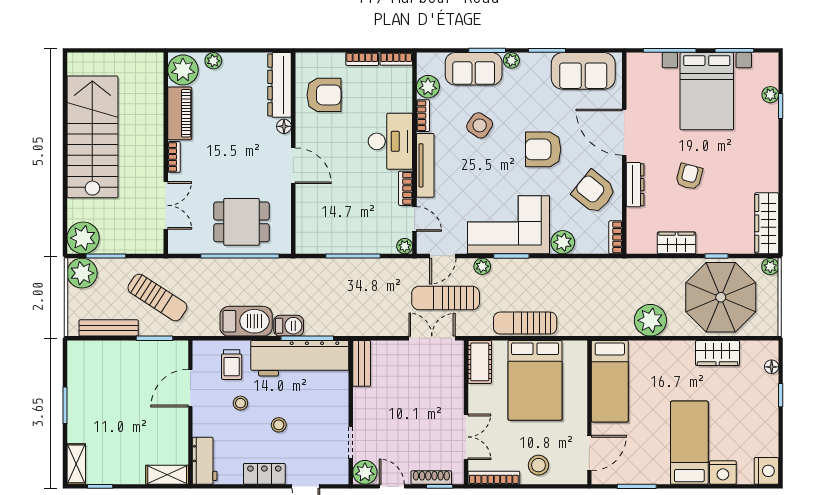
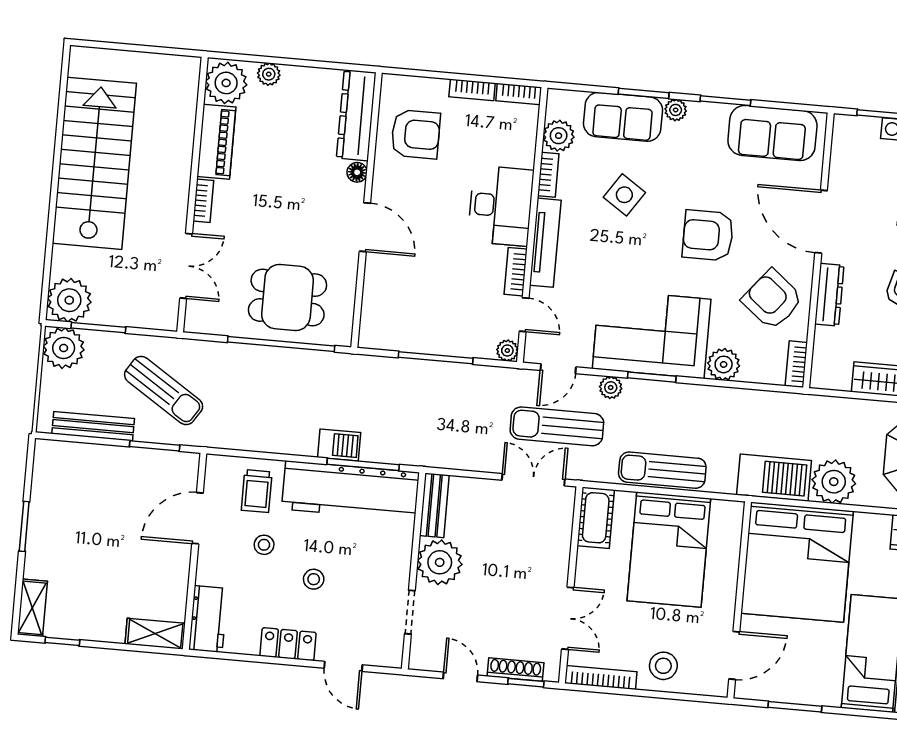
barbecue: (246, 321) -> (774, 478), moved
bed: (610, 381) -> (797, 562), width x2.04
plant: (365, 472) -> (440, 562), moved, width x1.36, depth x1.36

